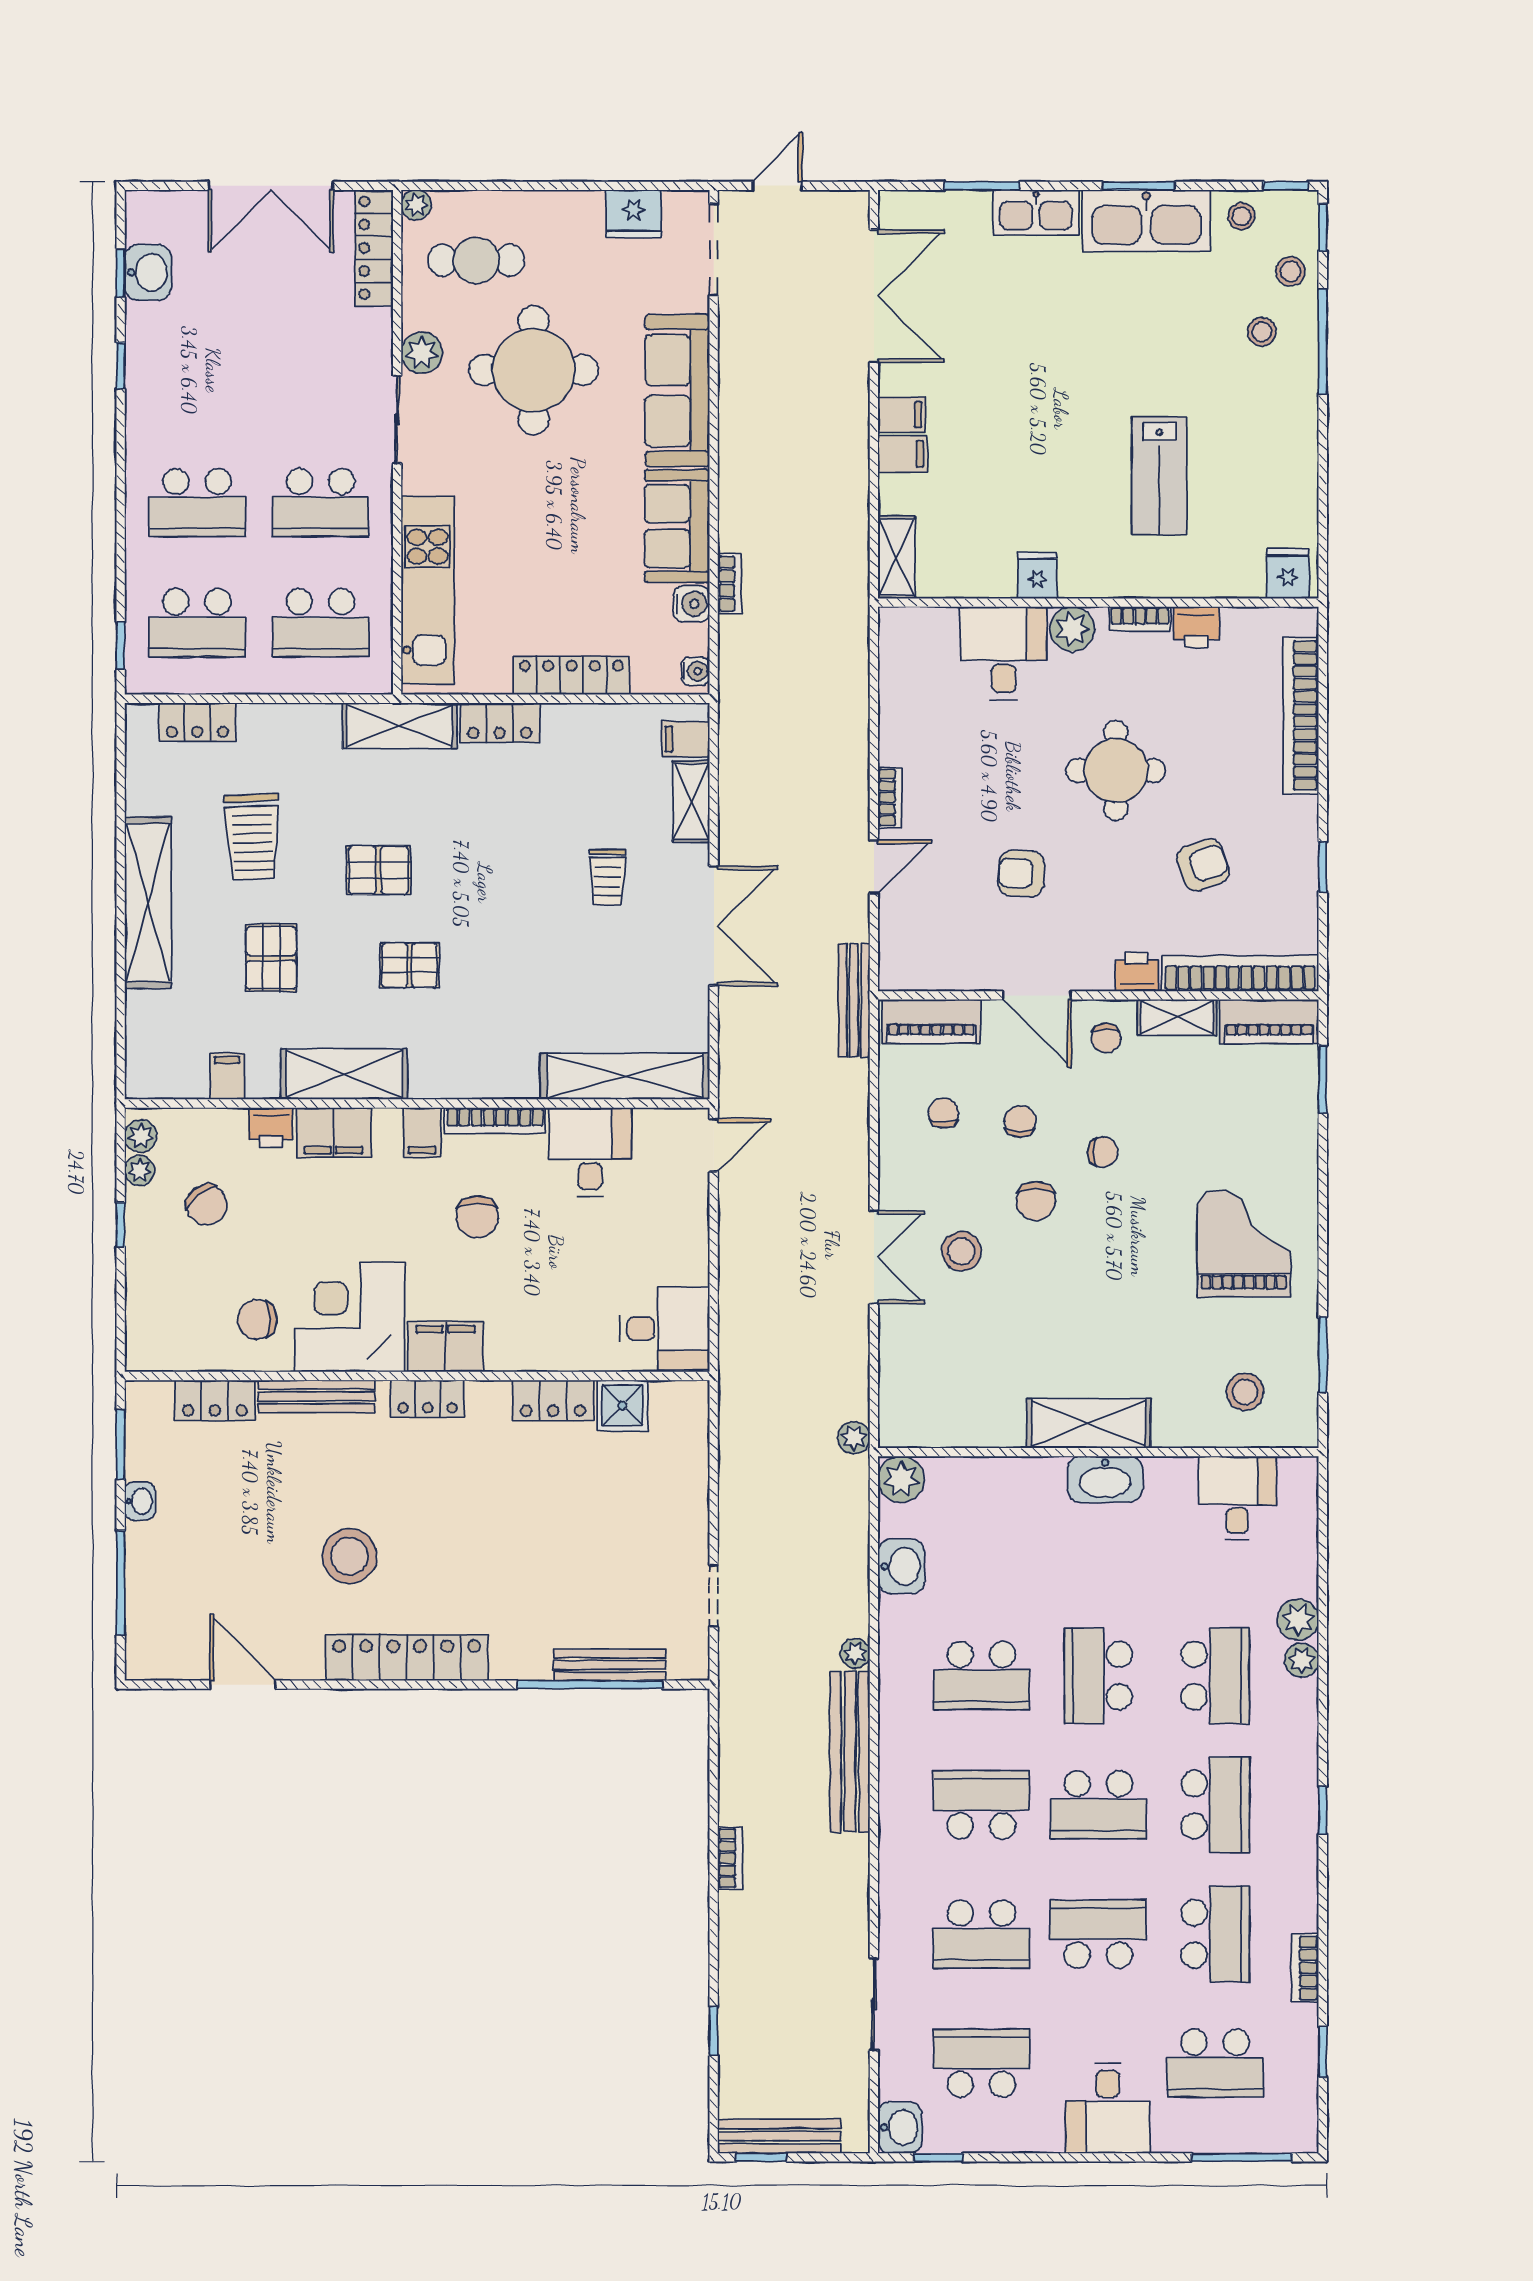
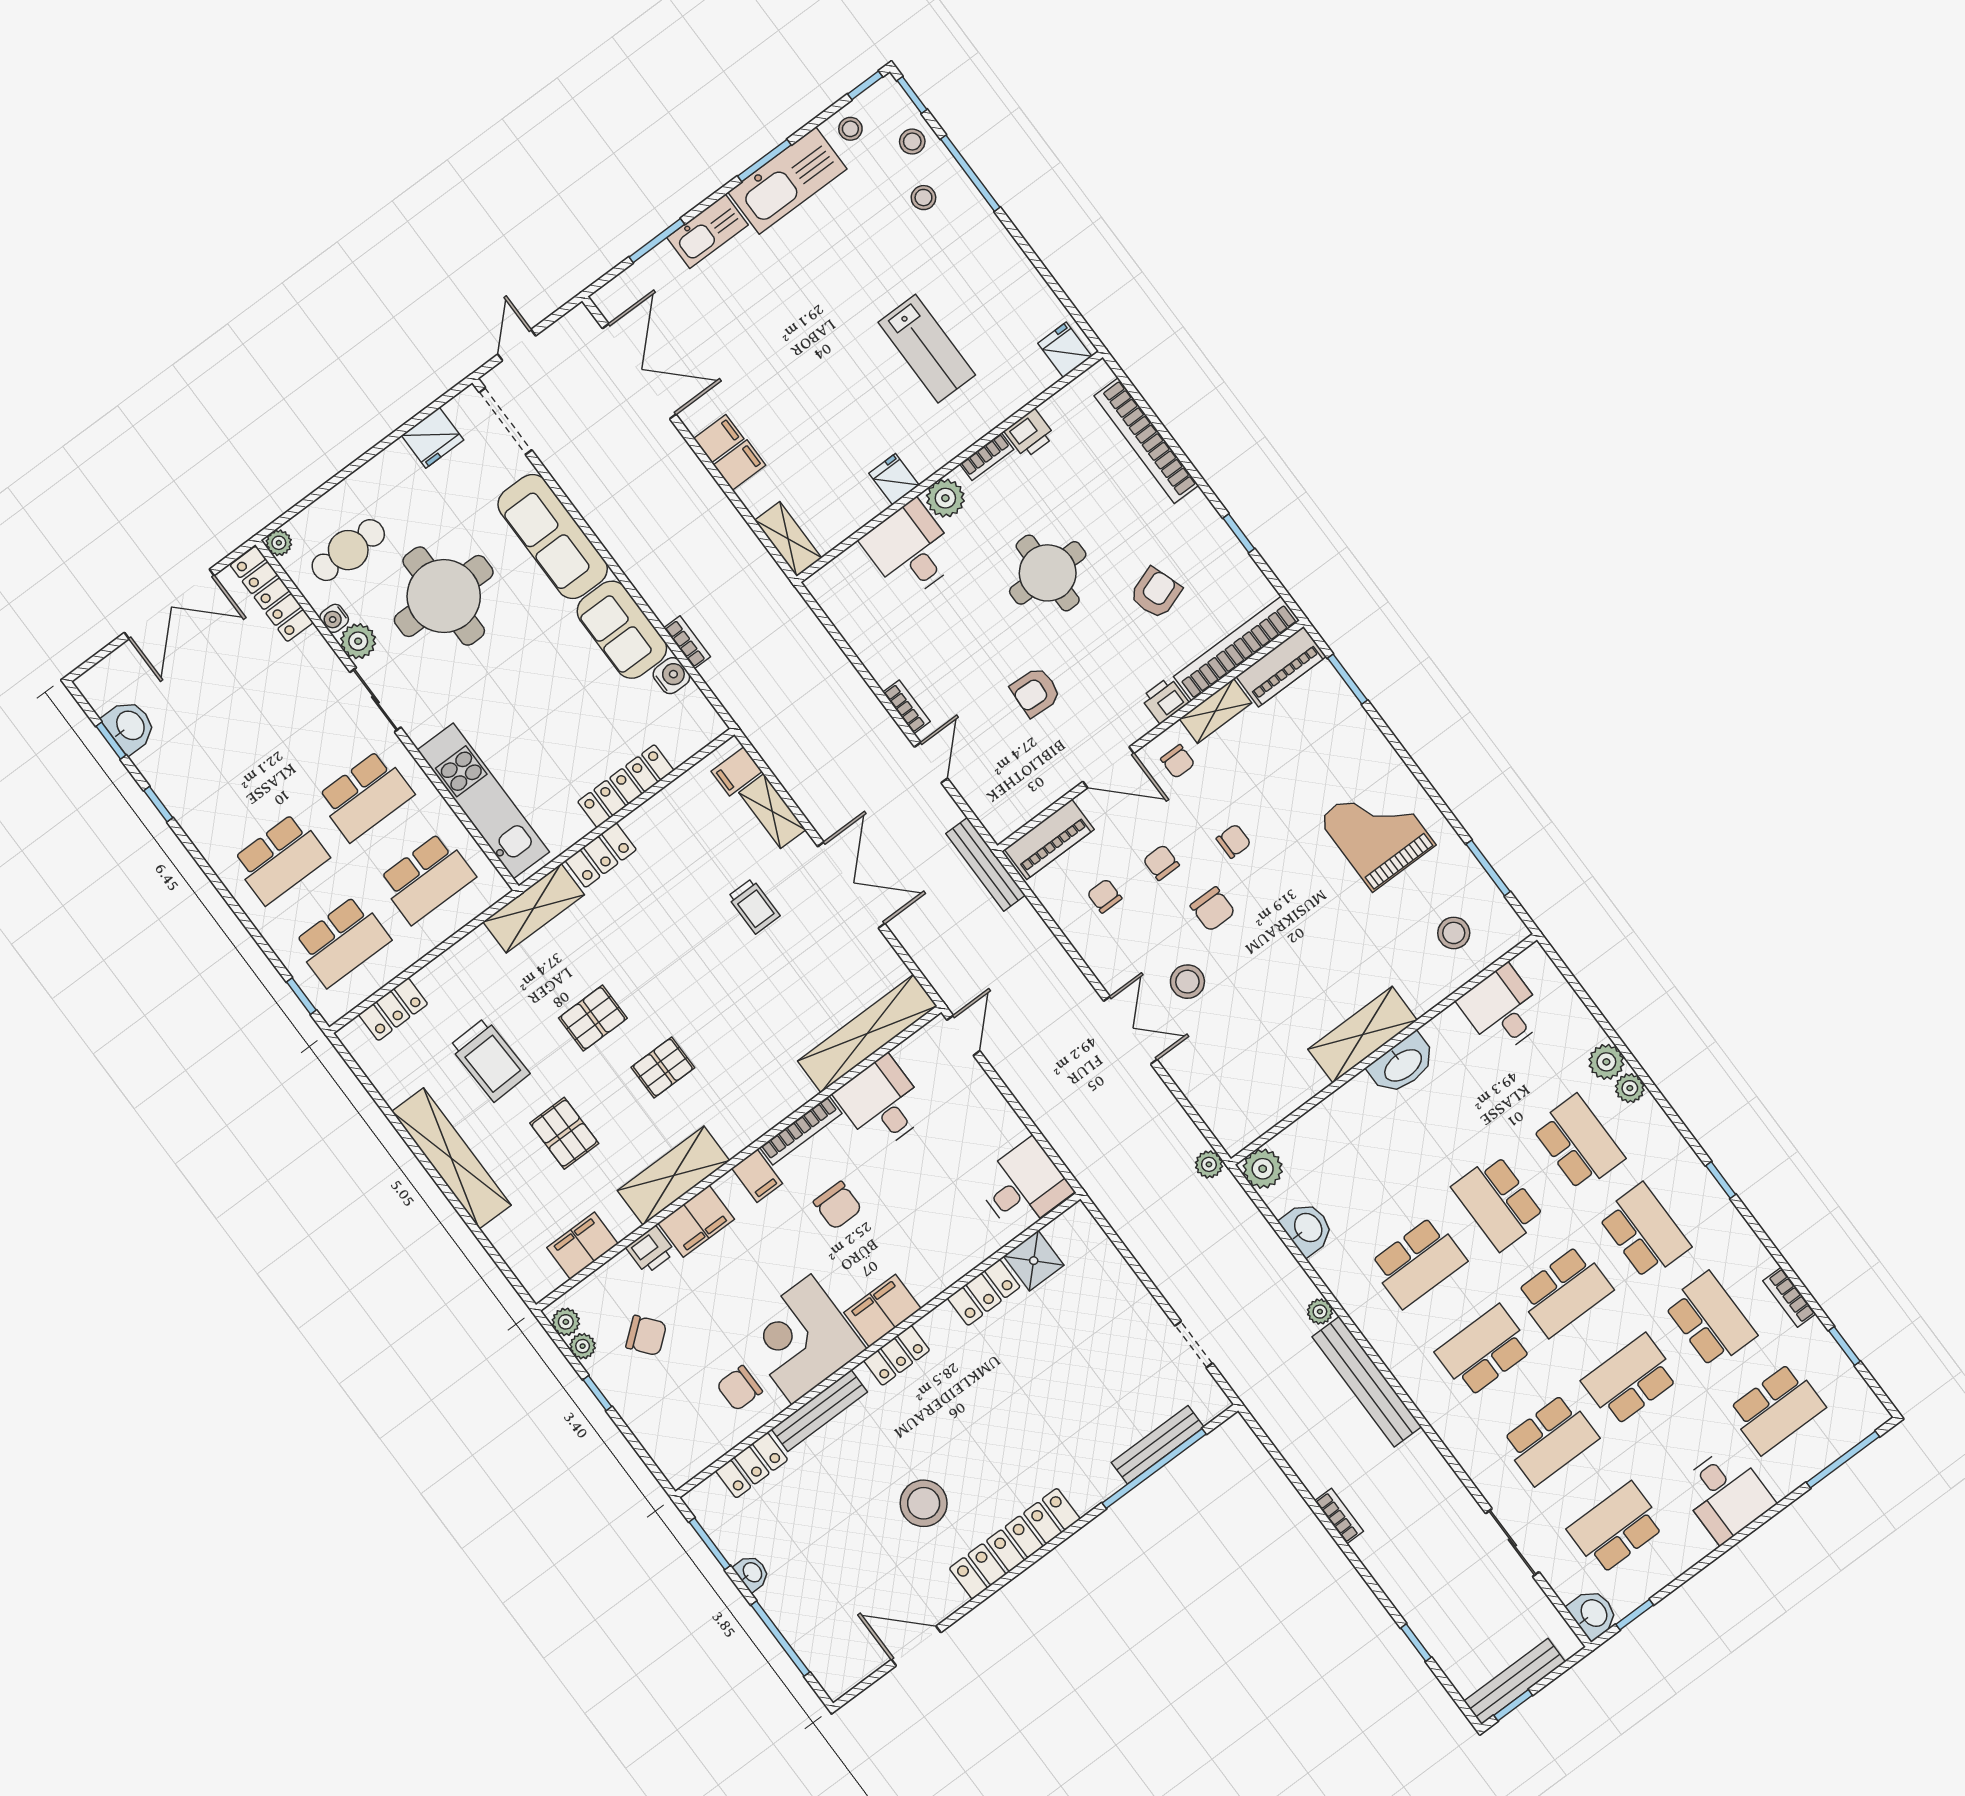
water cooler: (695, 671) -> (334, 618), moved, turned 180
filing cabinet: (227, 1076) -> (583, 1246), width x2.00

